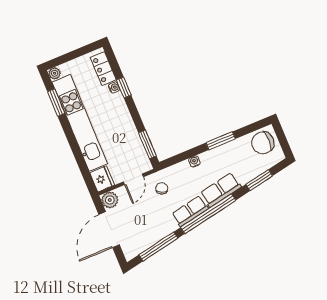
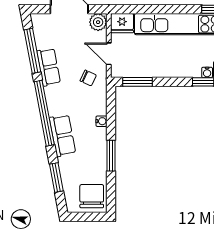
row of seats: (190, 211) -> (49, 67), moved

